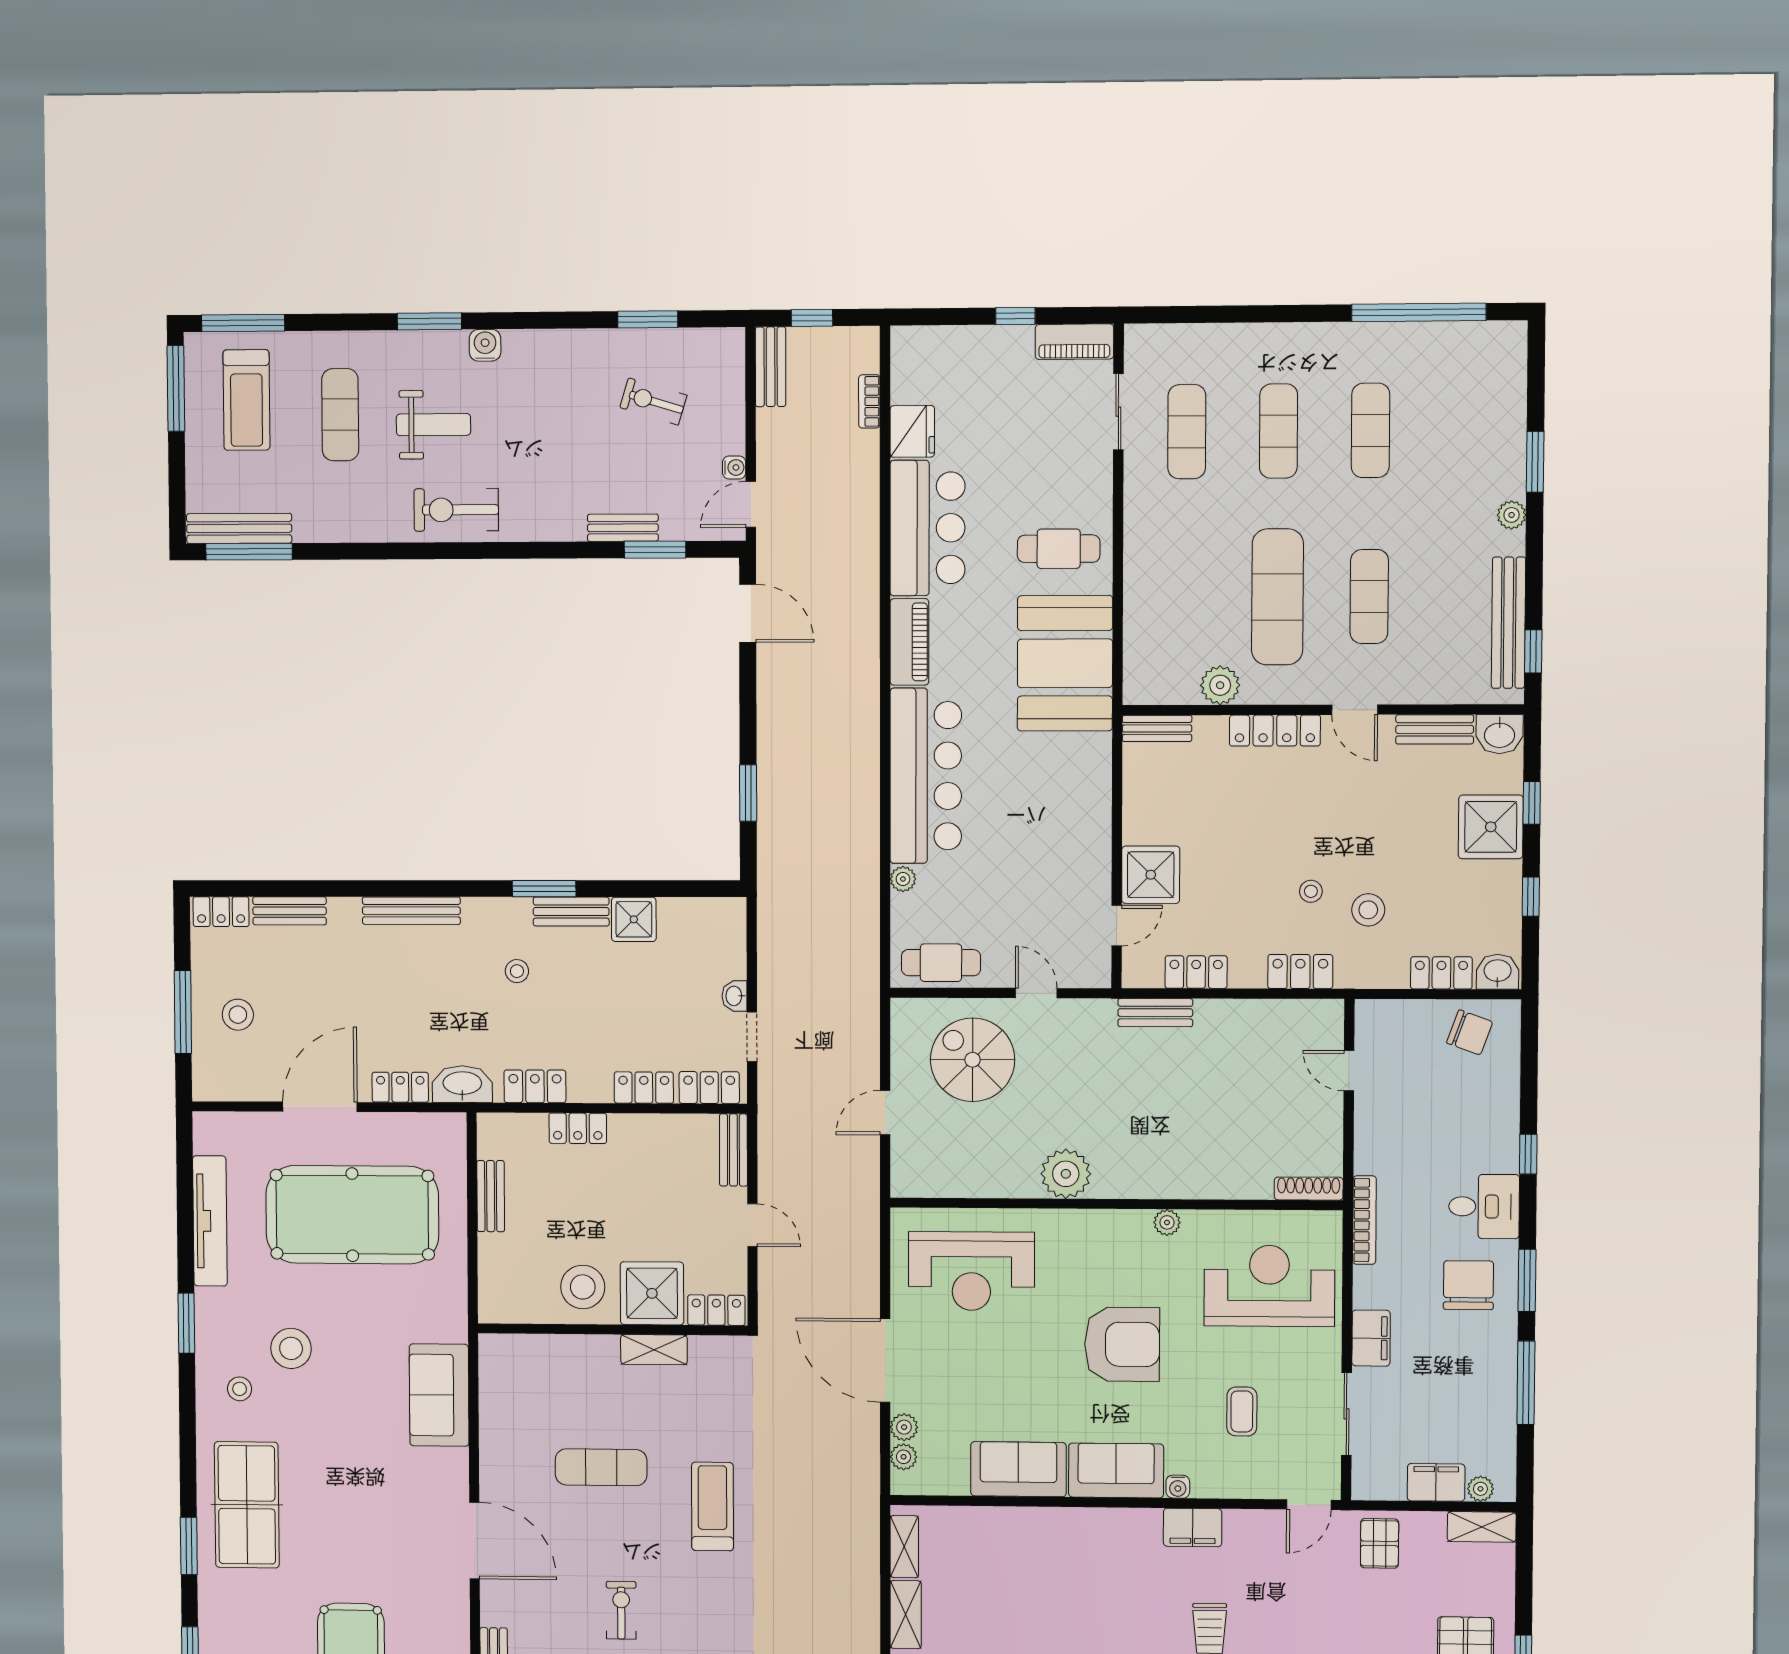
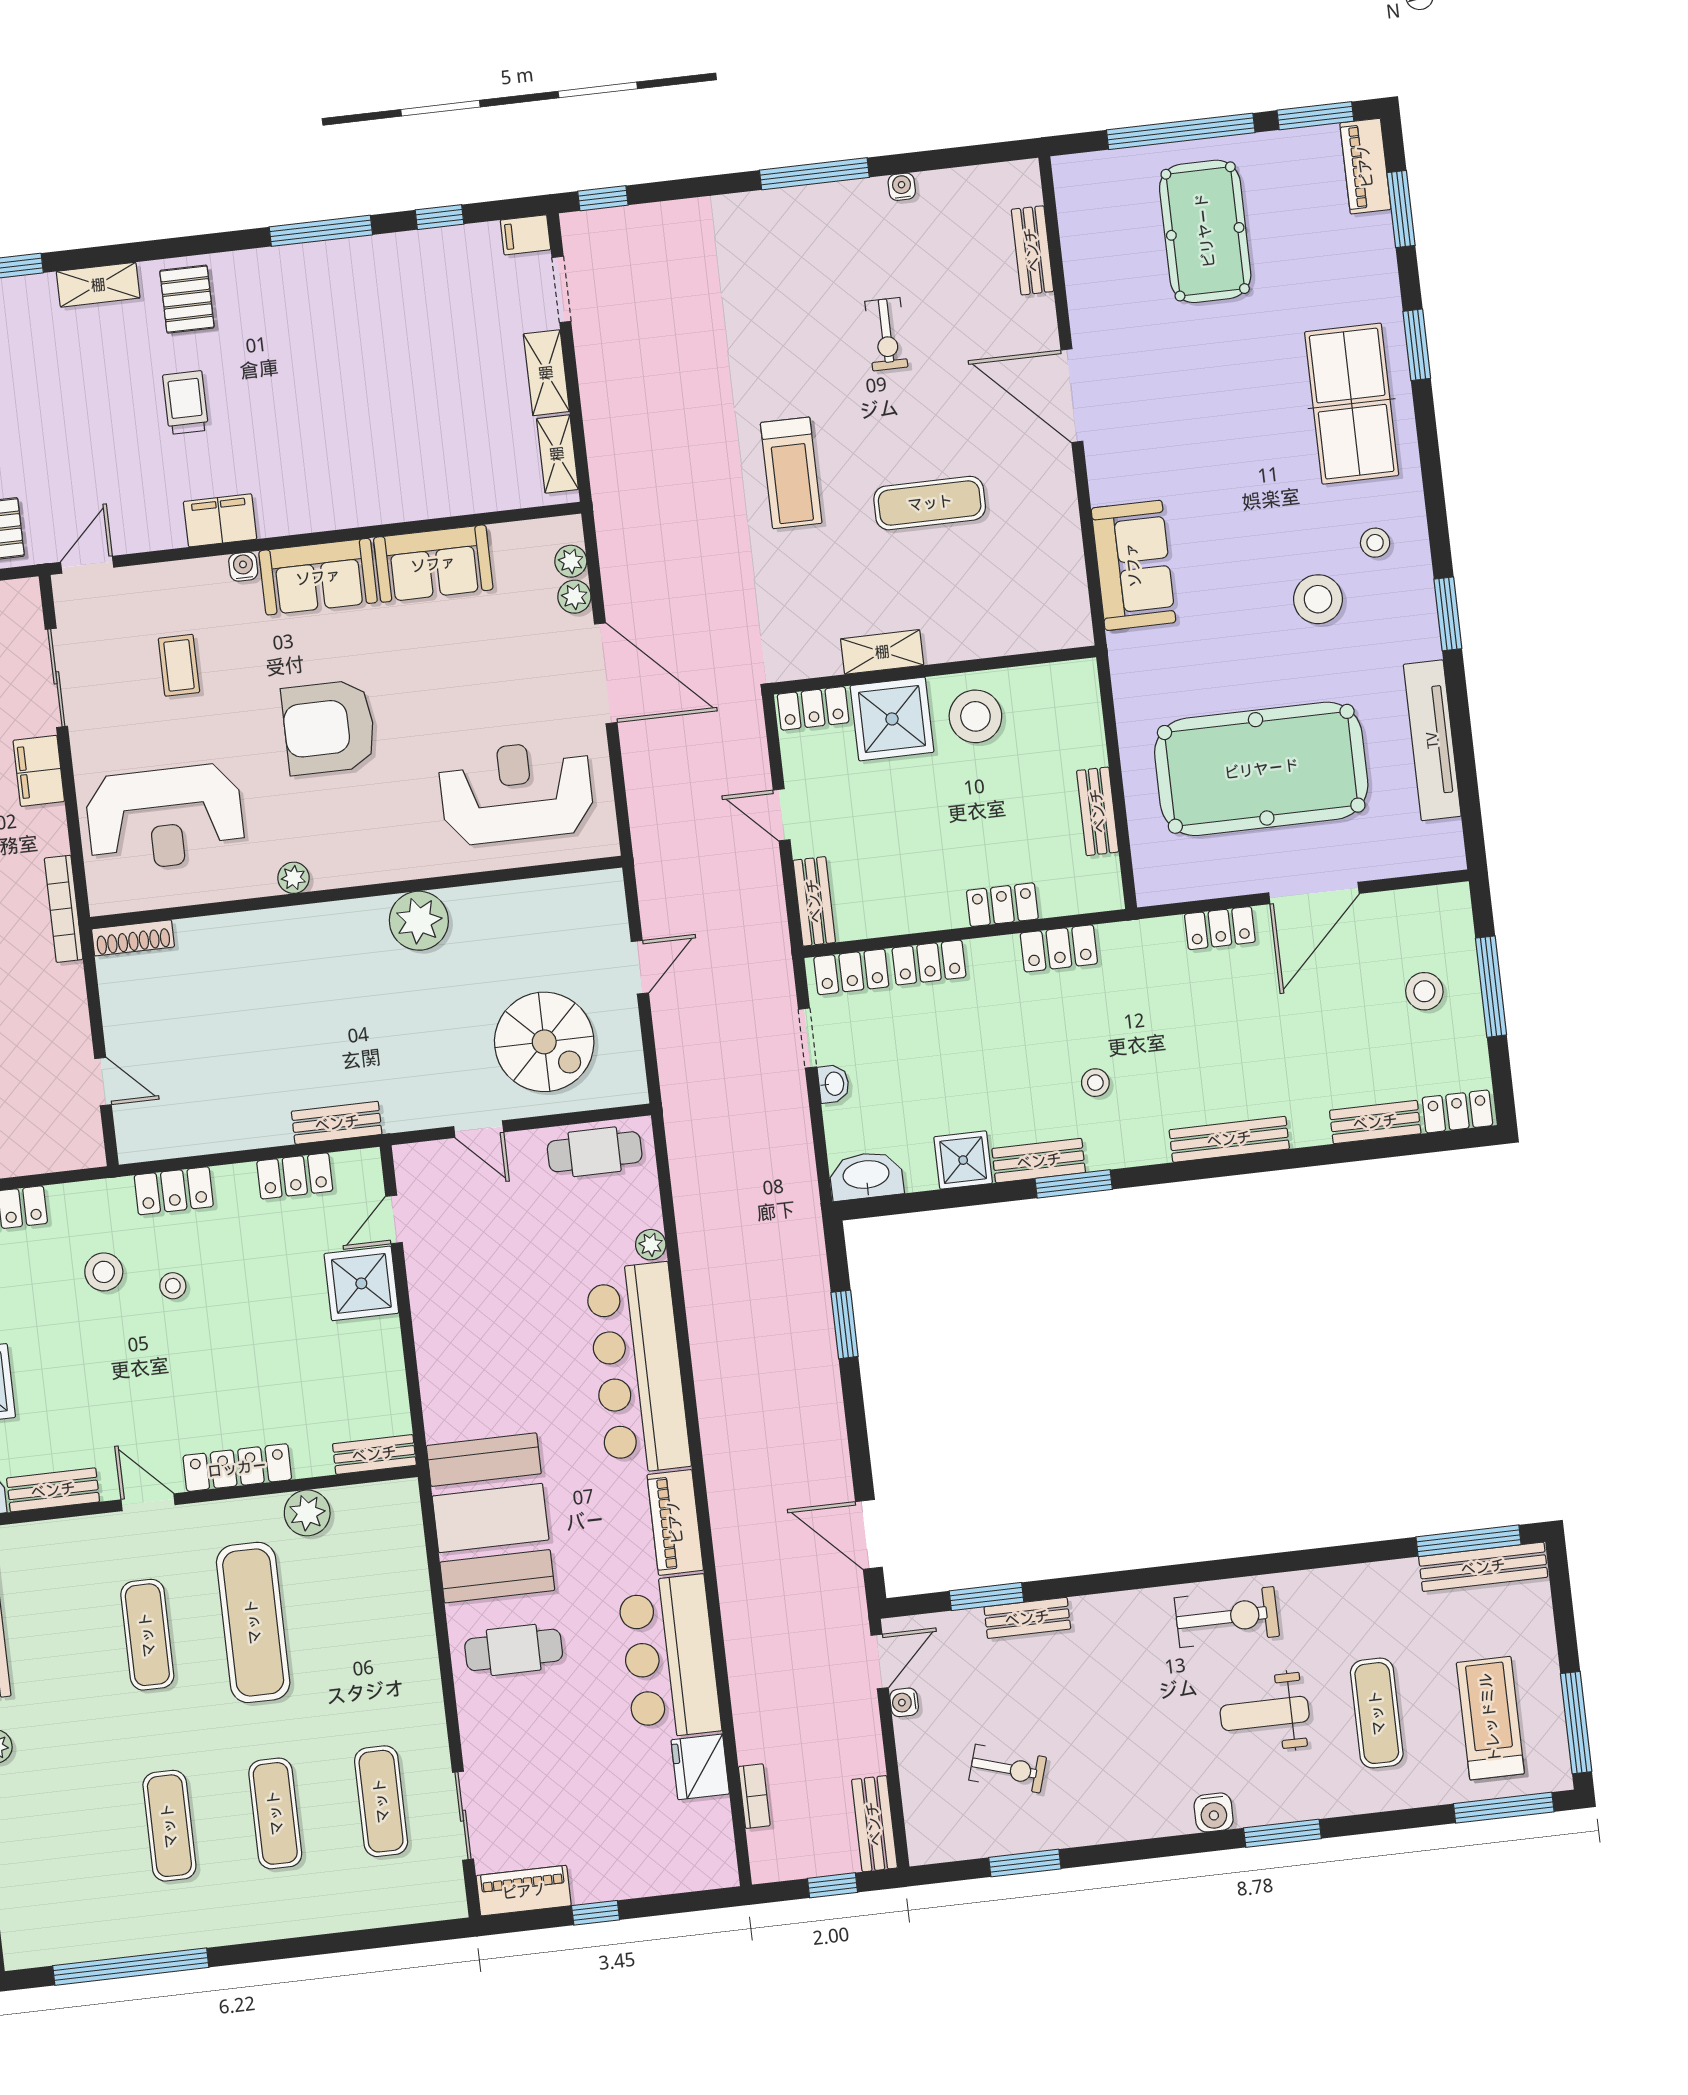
washbasin: (462, 1084) -> (866, 1176), moved, turned 180

